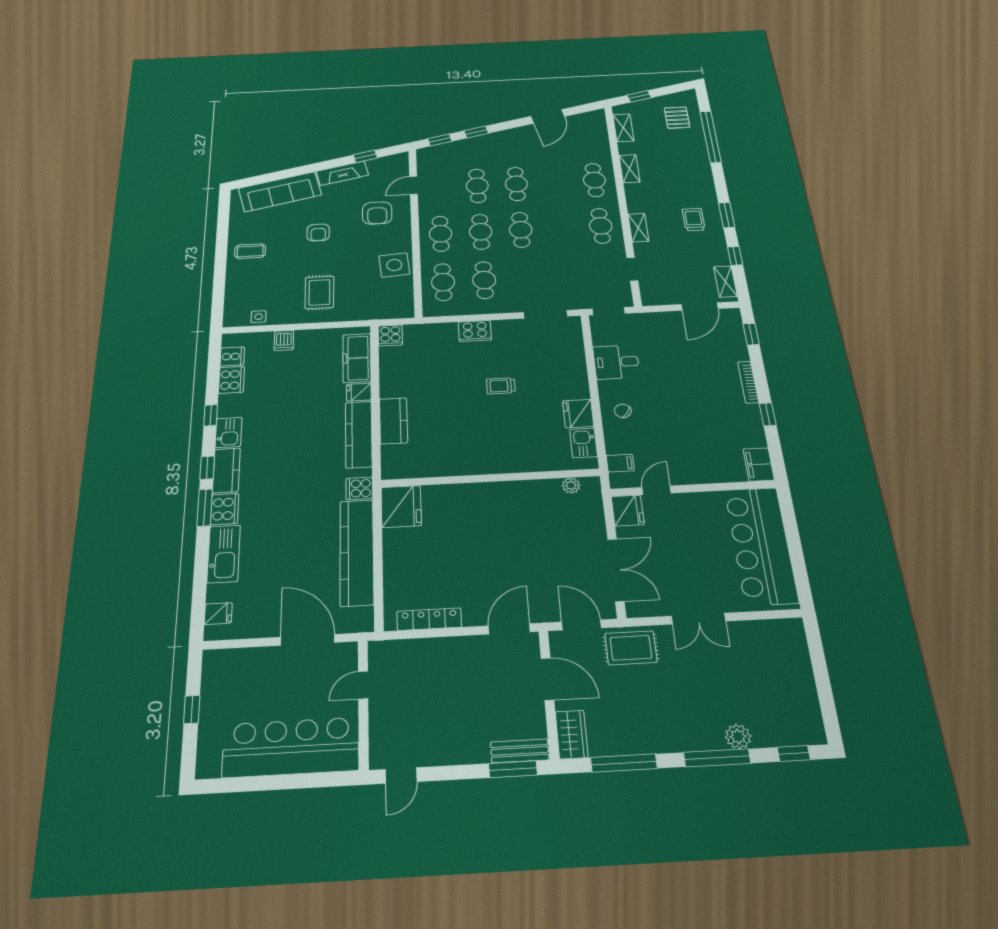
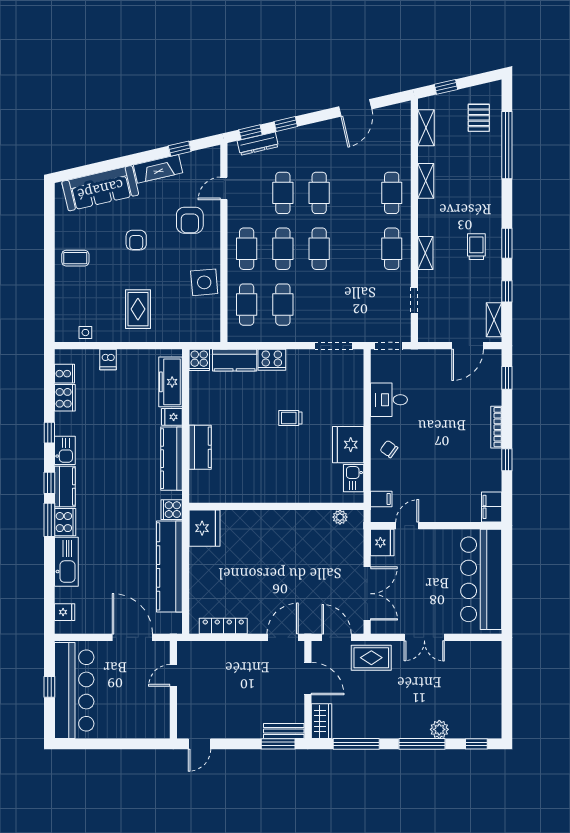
dresser: (448, 148) -> (258, 144), added
kitchen counter: (432, 334) -> (235, 360), added
fridge: (578, 413) -> (348, 445), width x1.36, depth x1.34
bar counter: (291, 747) -> (74, 691), moved, turned 90

